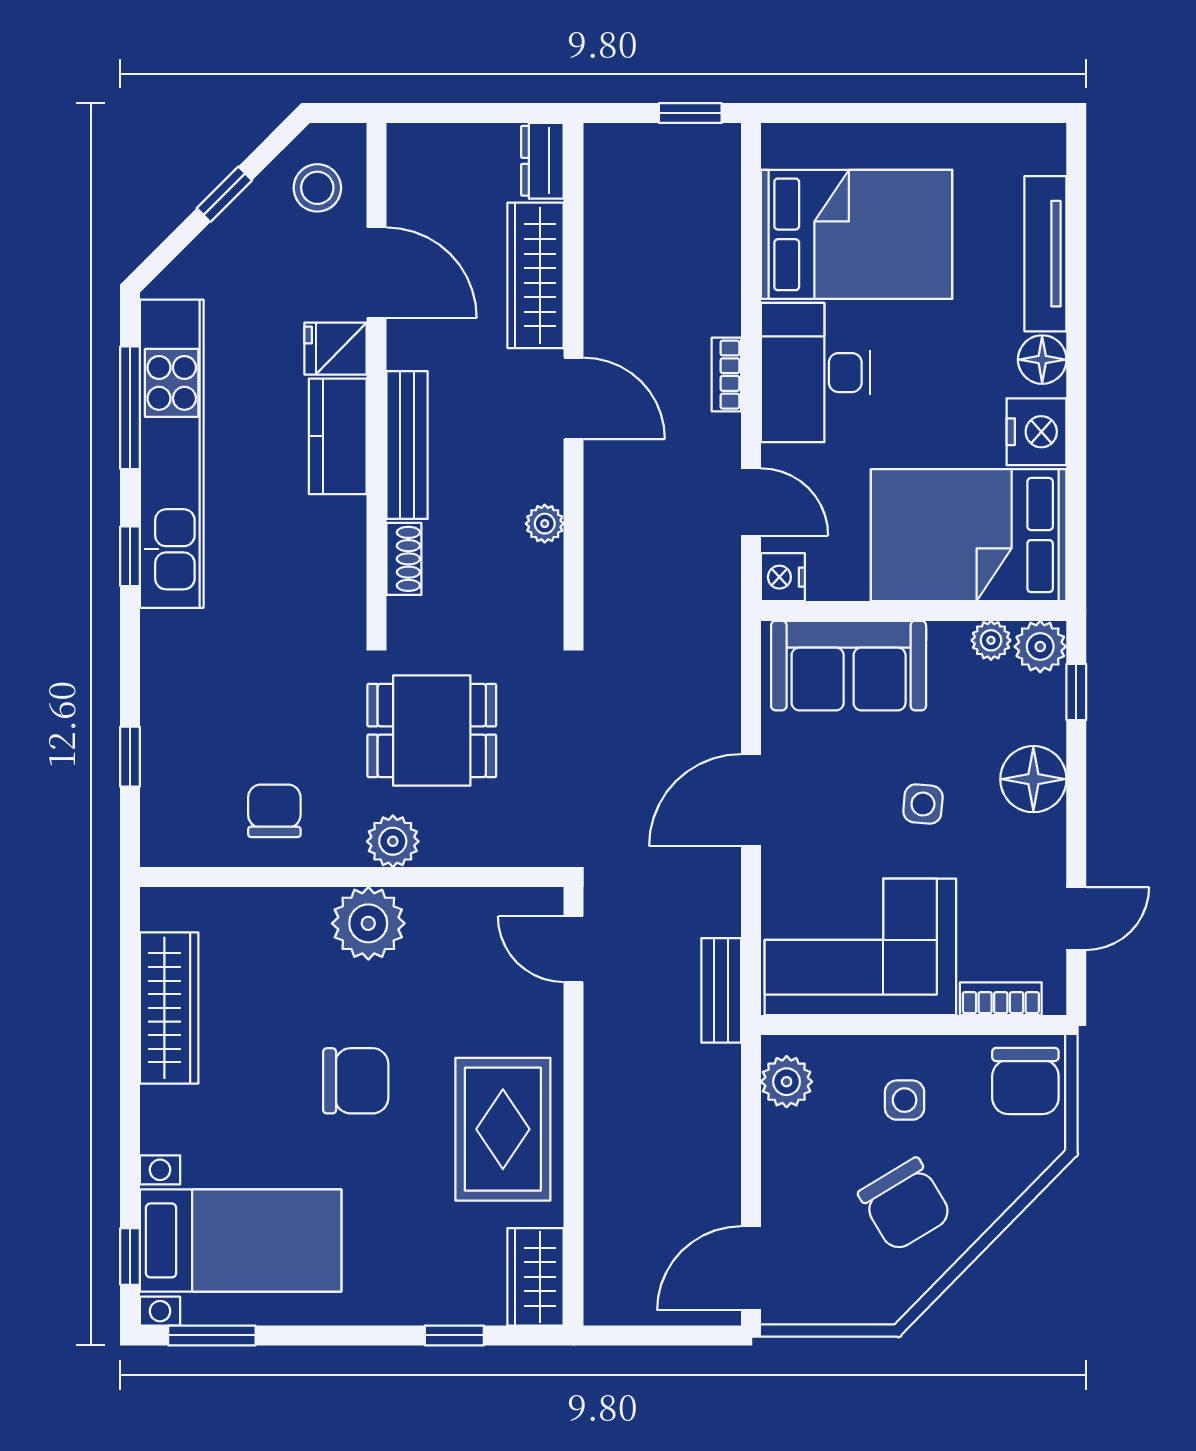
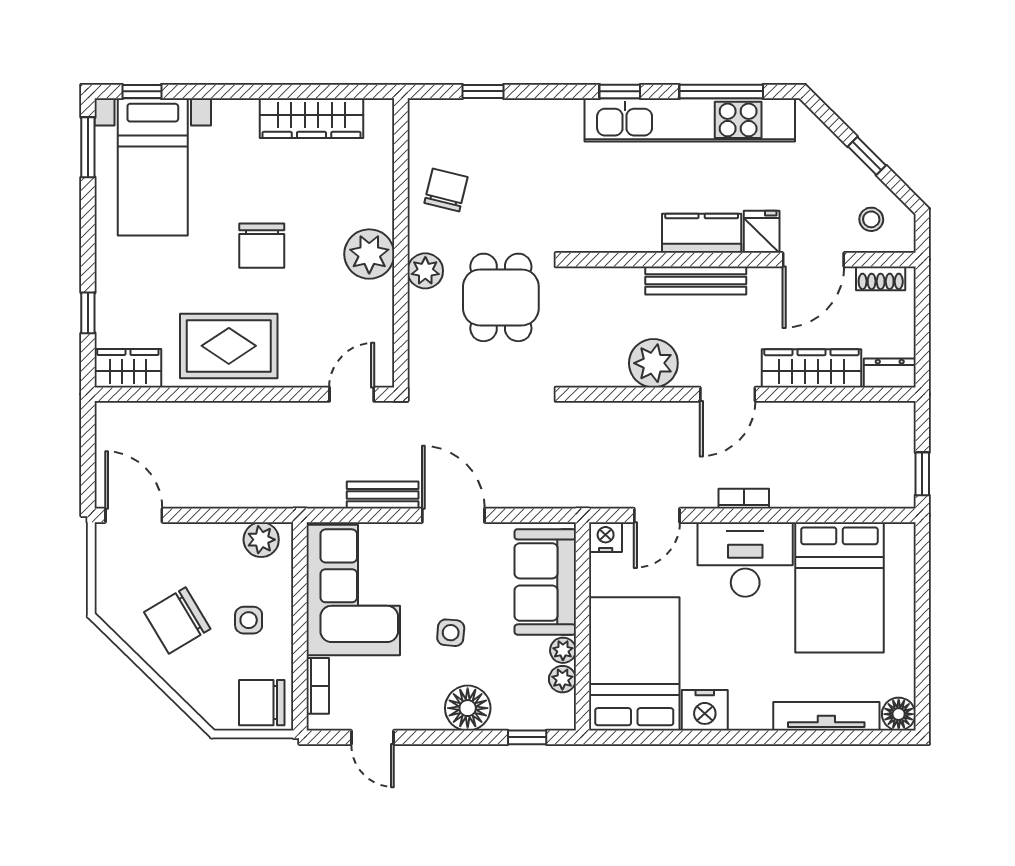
stool: (317, 188) -> (871, 219), width x0.73, depth x0.73
floor lamp: (1042, 360) -> (899, 714), moved
plant: (545, 524) -> (653, 363), width x1.88, depth x1.88
shoe rack: (404, 559) -> (881, 278), moved
plant: (1040, 647) -> (563, 650), moved, width x0.73, depth x0.73
chair: (274, 811) -> (446, 190), turned -76
bench: (721, 990) -> (383, 495), moved

